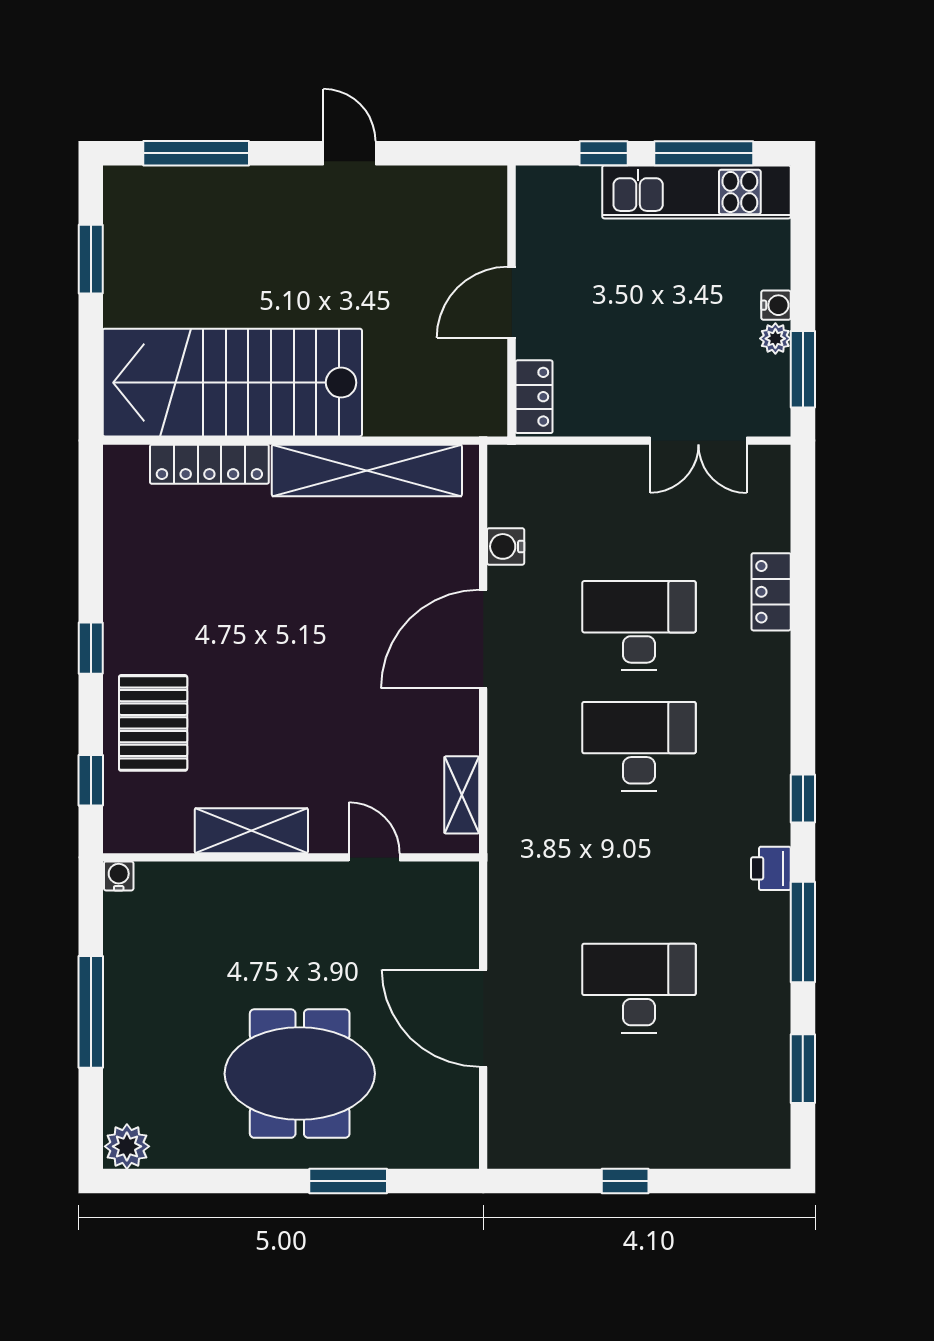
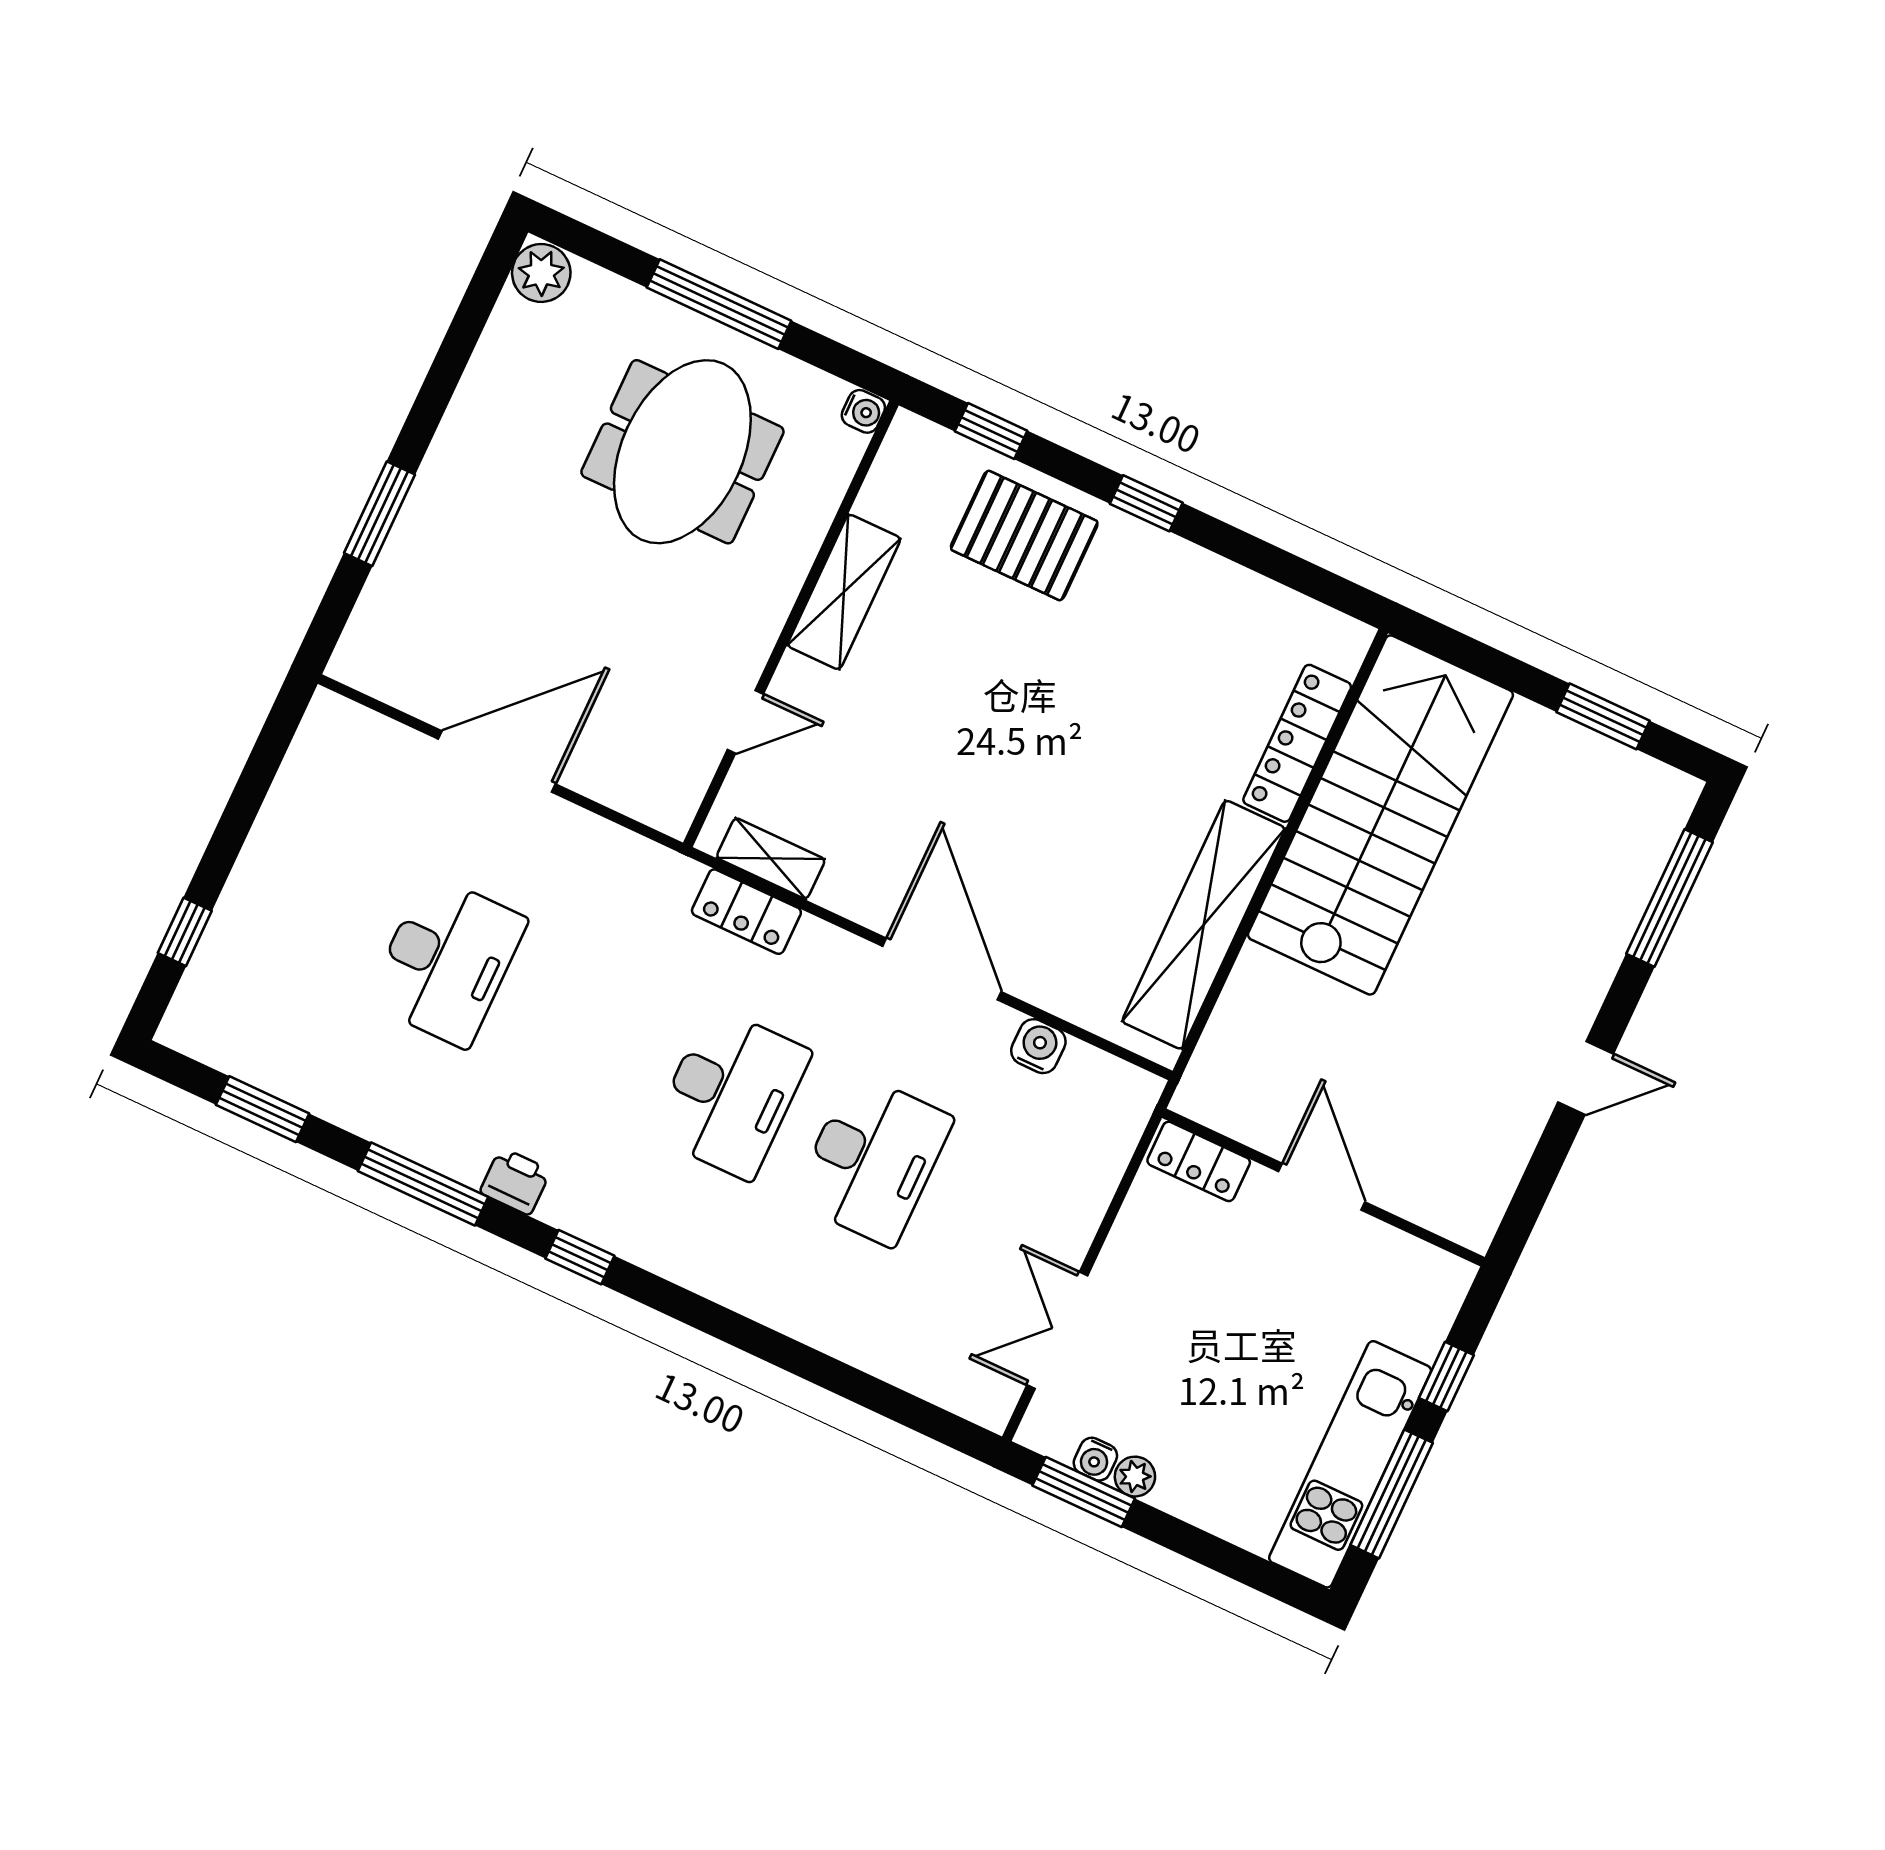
water cooler: (776, 305) -> (1095, 1459), moved
locker: (771, 592) -> (746, 912), moved, turned 180
meeting table: (300, 1074) -> (682, 452), moved
window: (625, 1181) -> (185, 932), moved

